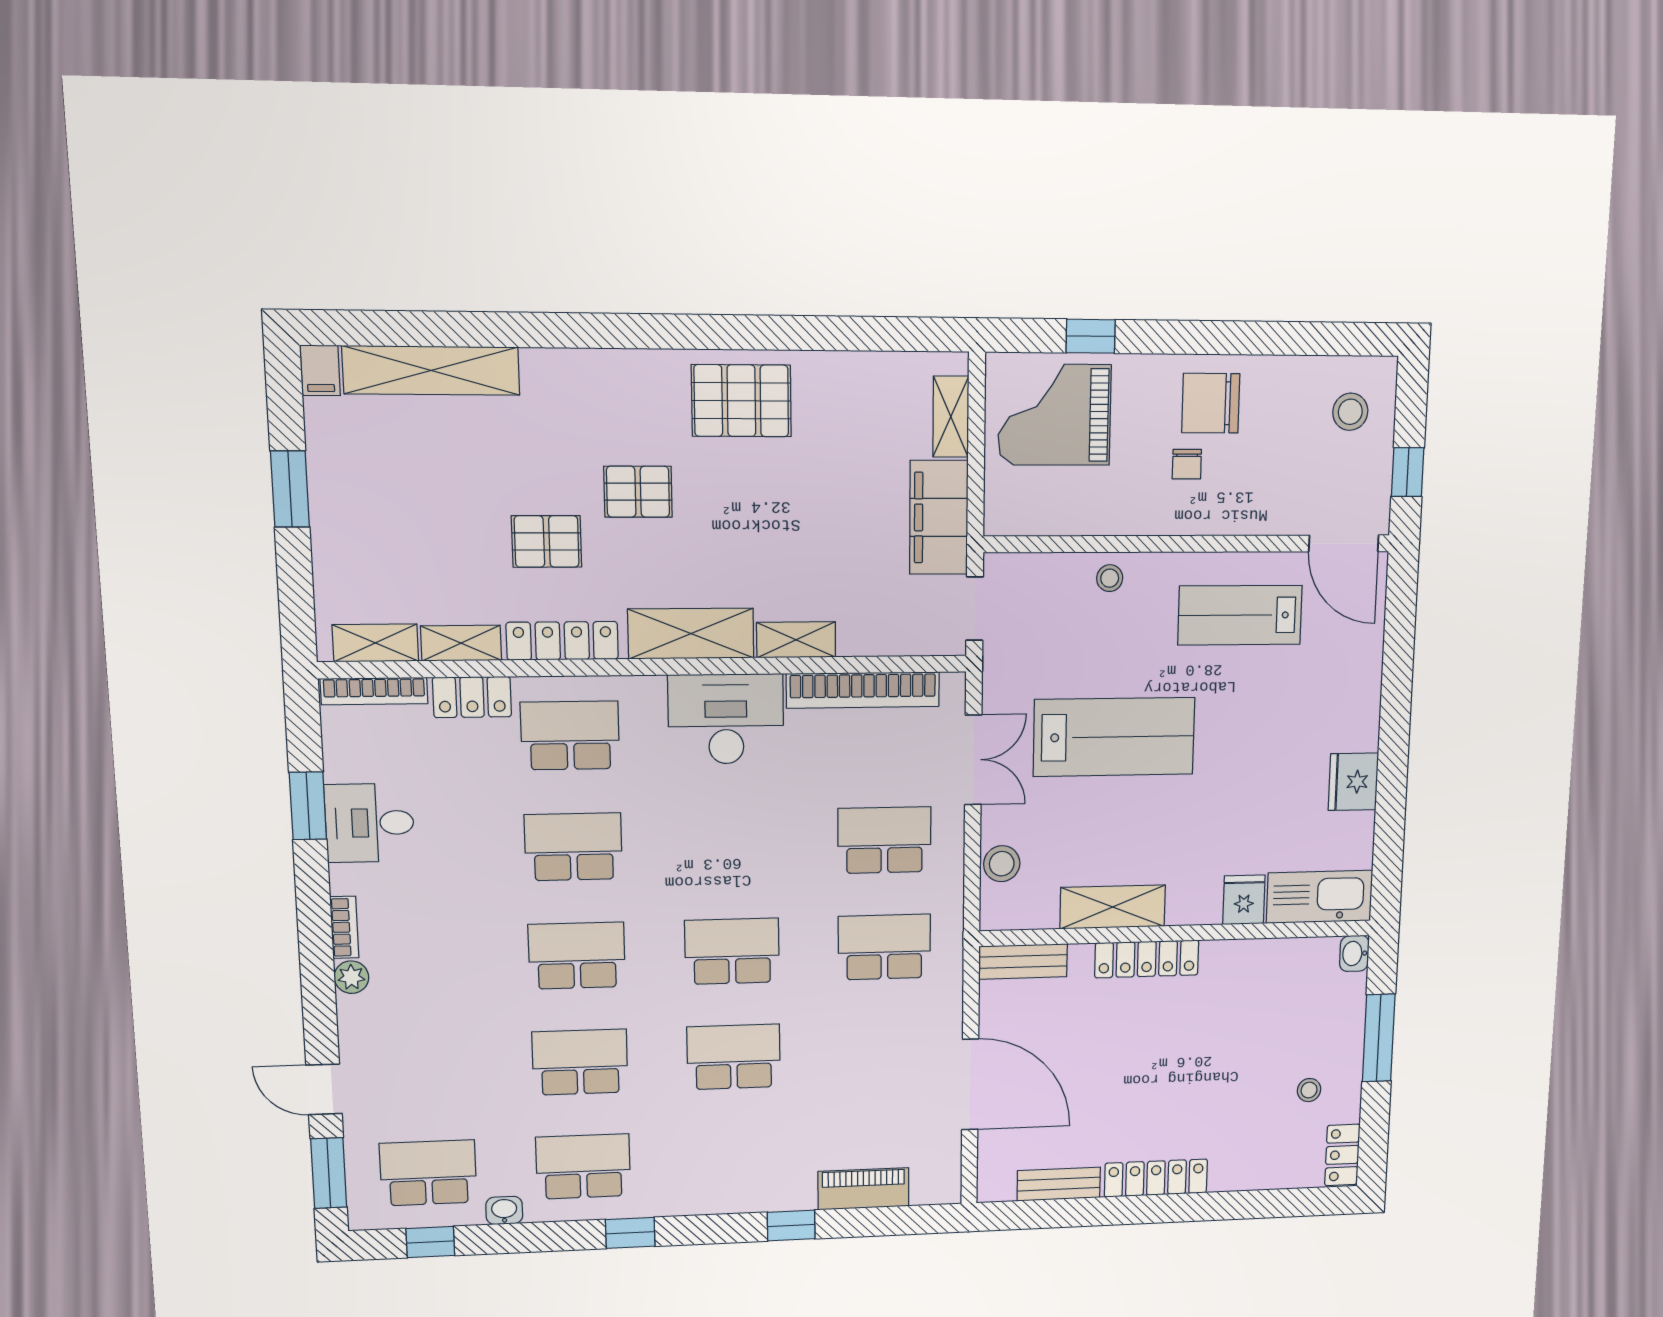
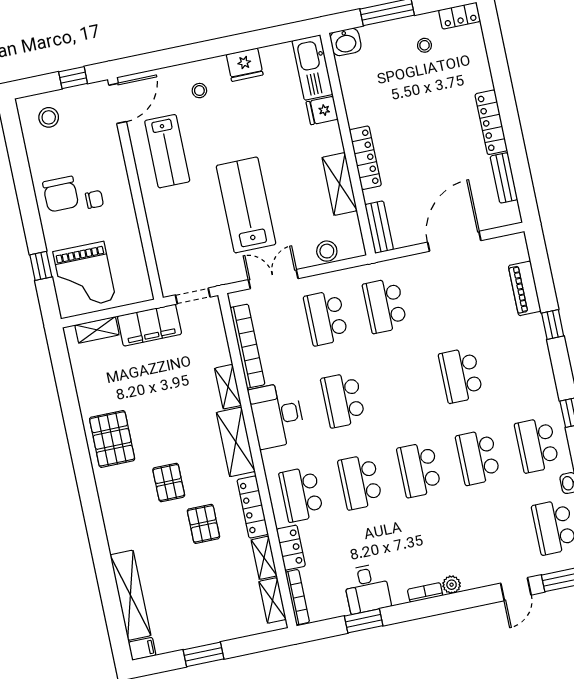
stool: (1110, 578) -> (199, 91), moved
school desk: (732, 951) -> (343, 400), moved
washbasin: (1354, 953) -> (346, 42), width x1.38, depth x1.45

